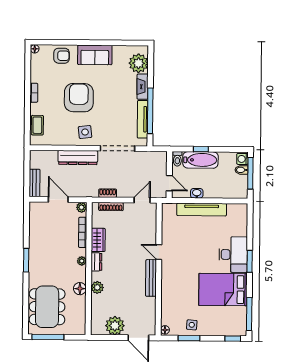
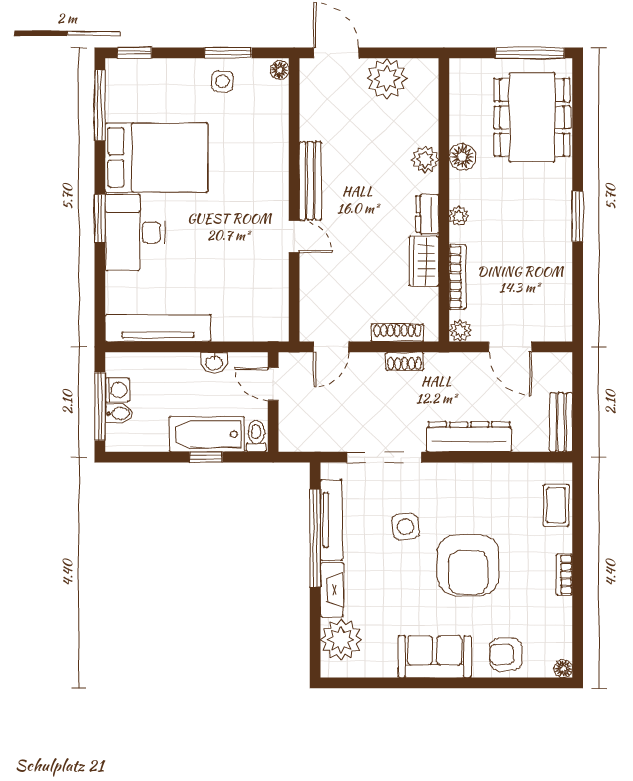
side table: (85, 132) -> (406, 527), moved
washing machine: (242, 159) -> (117, 390), moved
bench: (35, 183) -> (561, 422), moved
tv unit: (202, 210) -> (158, 328), moved

